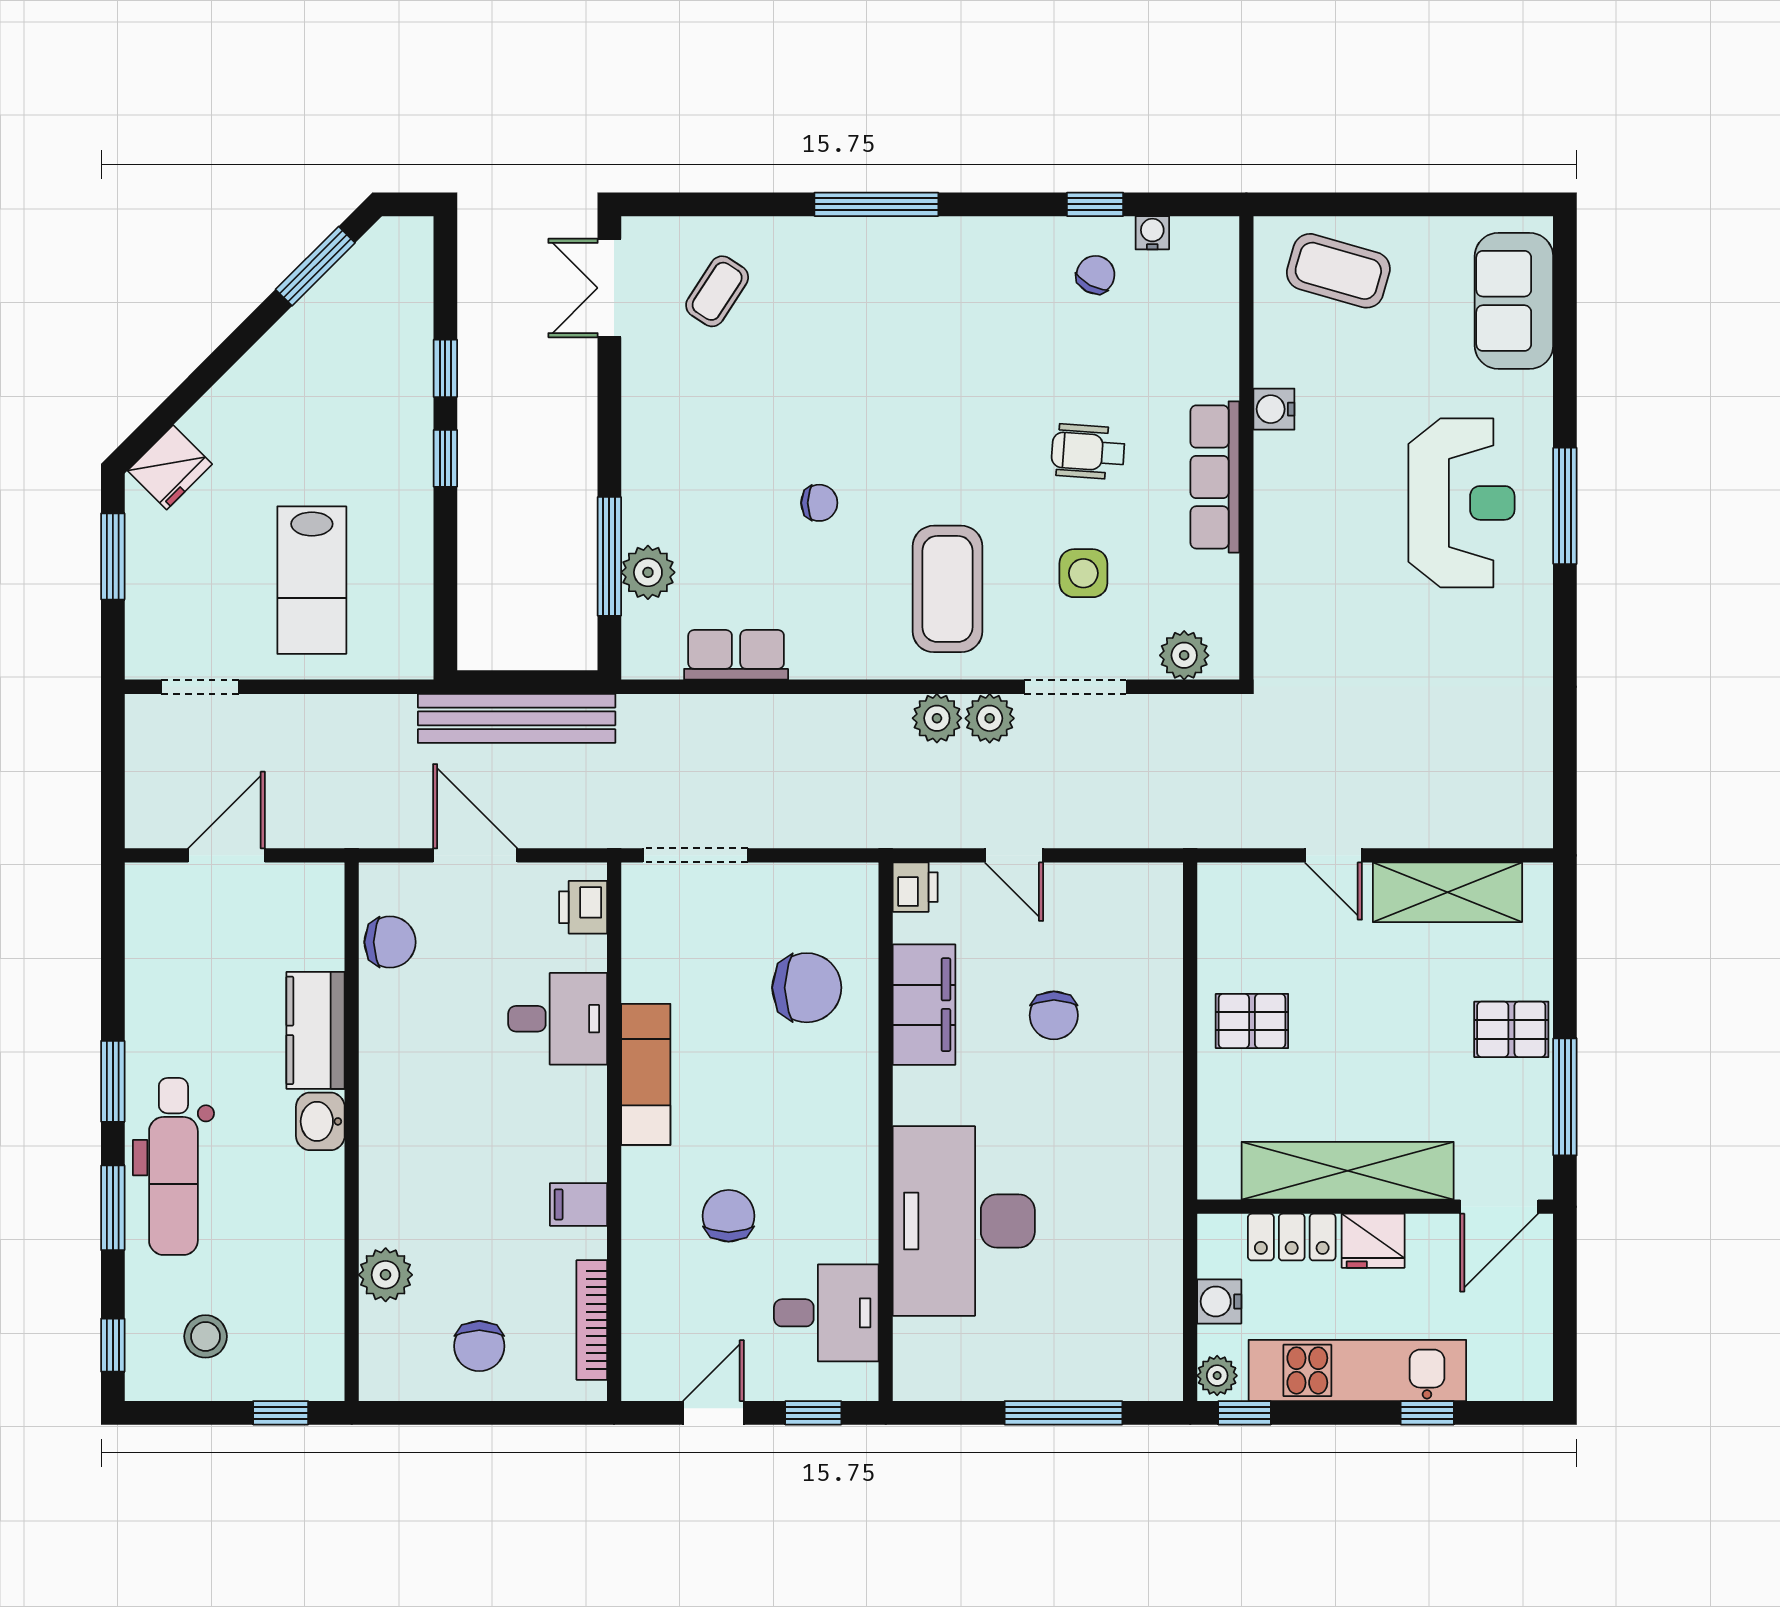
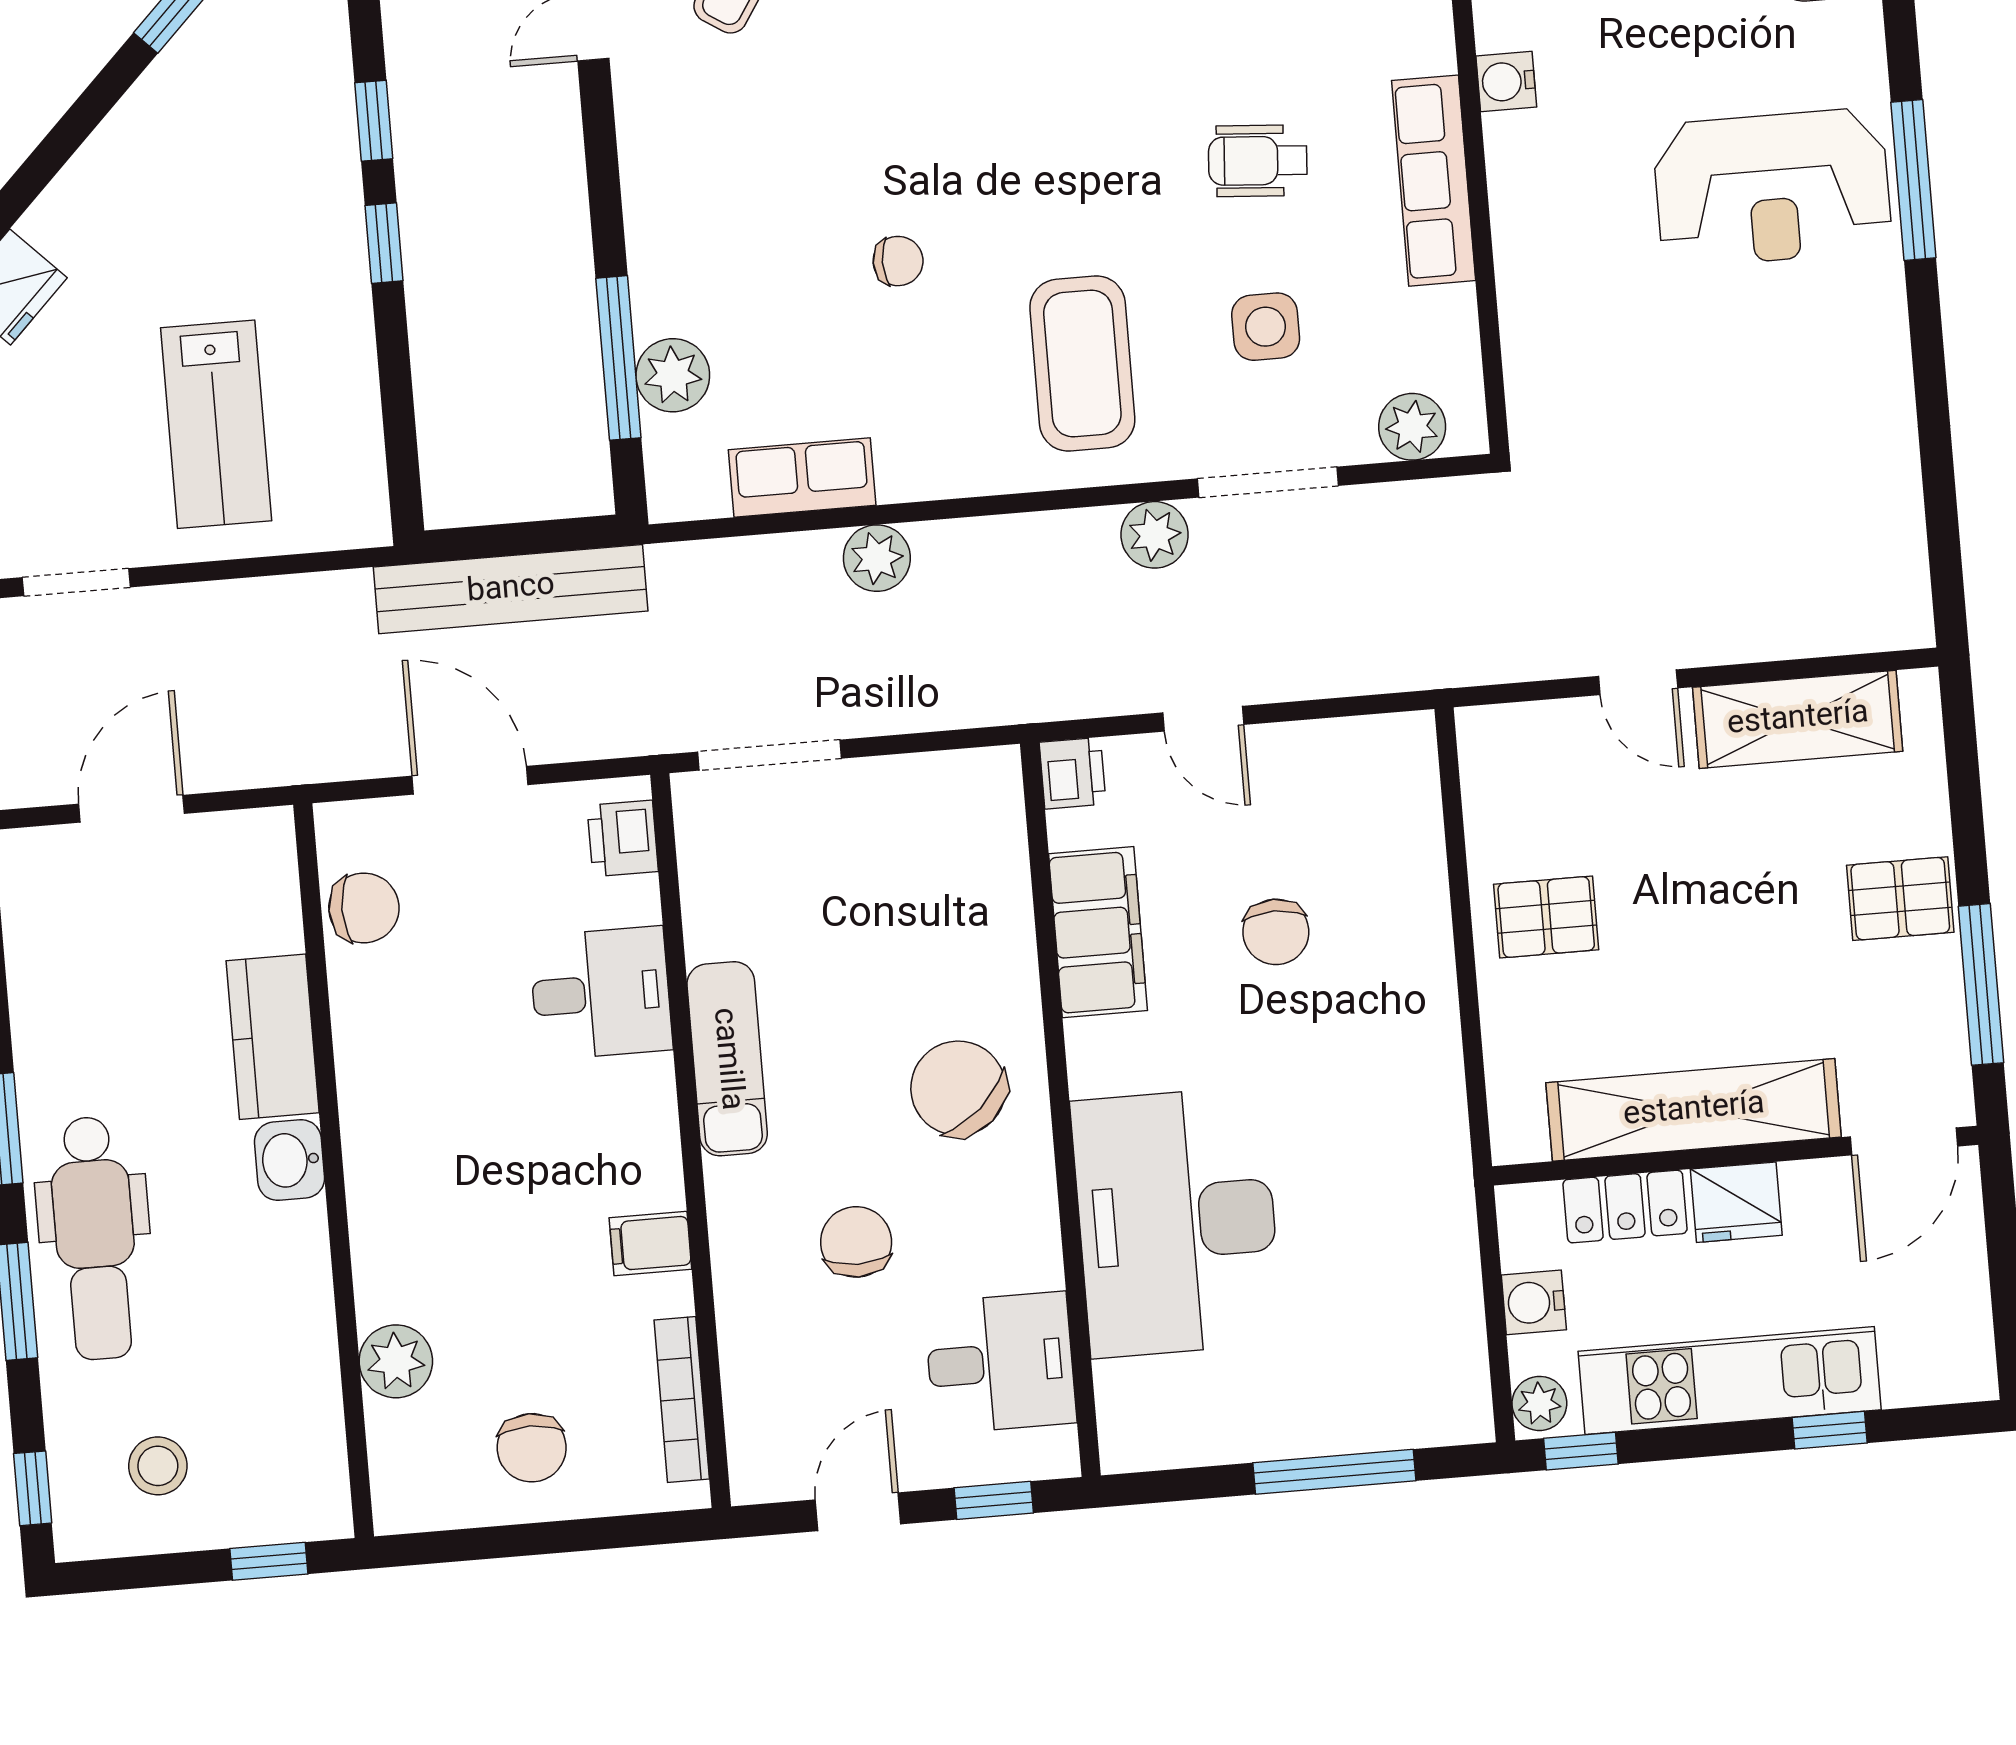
reception desk: (1462, 503) -> (1772, 188), turned 90
plant: (937, 718) -> (877, 558), moved
chair: (807, 988) -> (958, 1088), moved, turned -132

